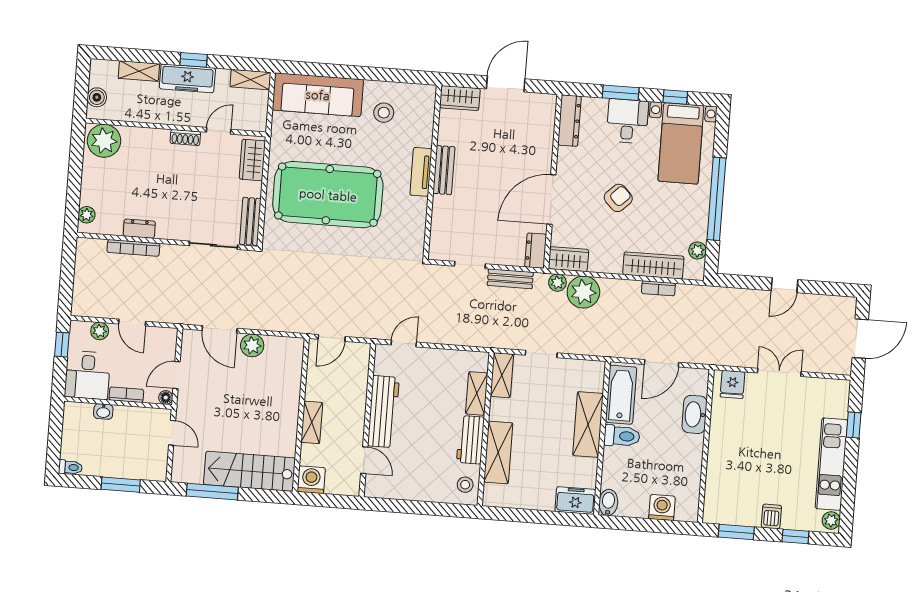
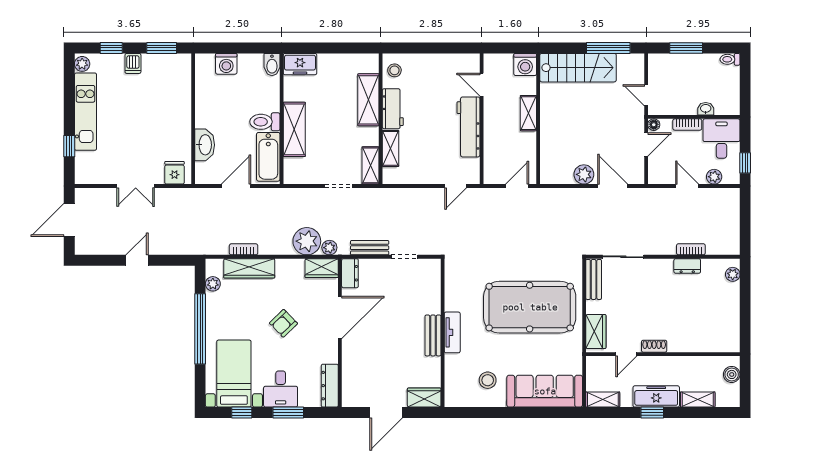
plant: (104, 141) -> (723, 338), removed
bookcase: (133, 248) -> (691, 249), width x0.64

